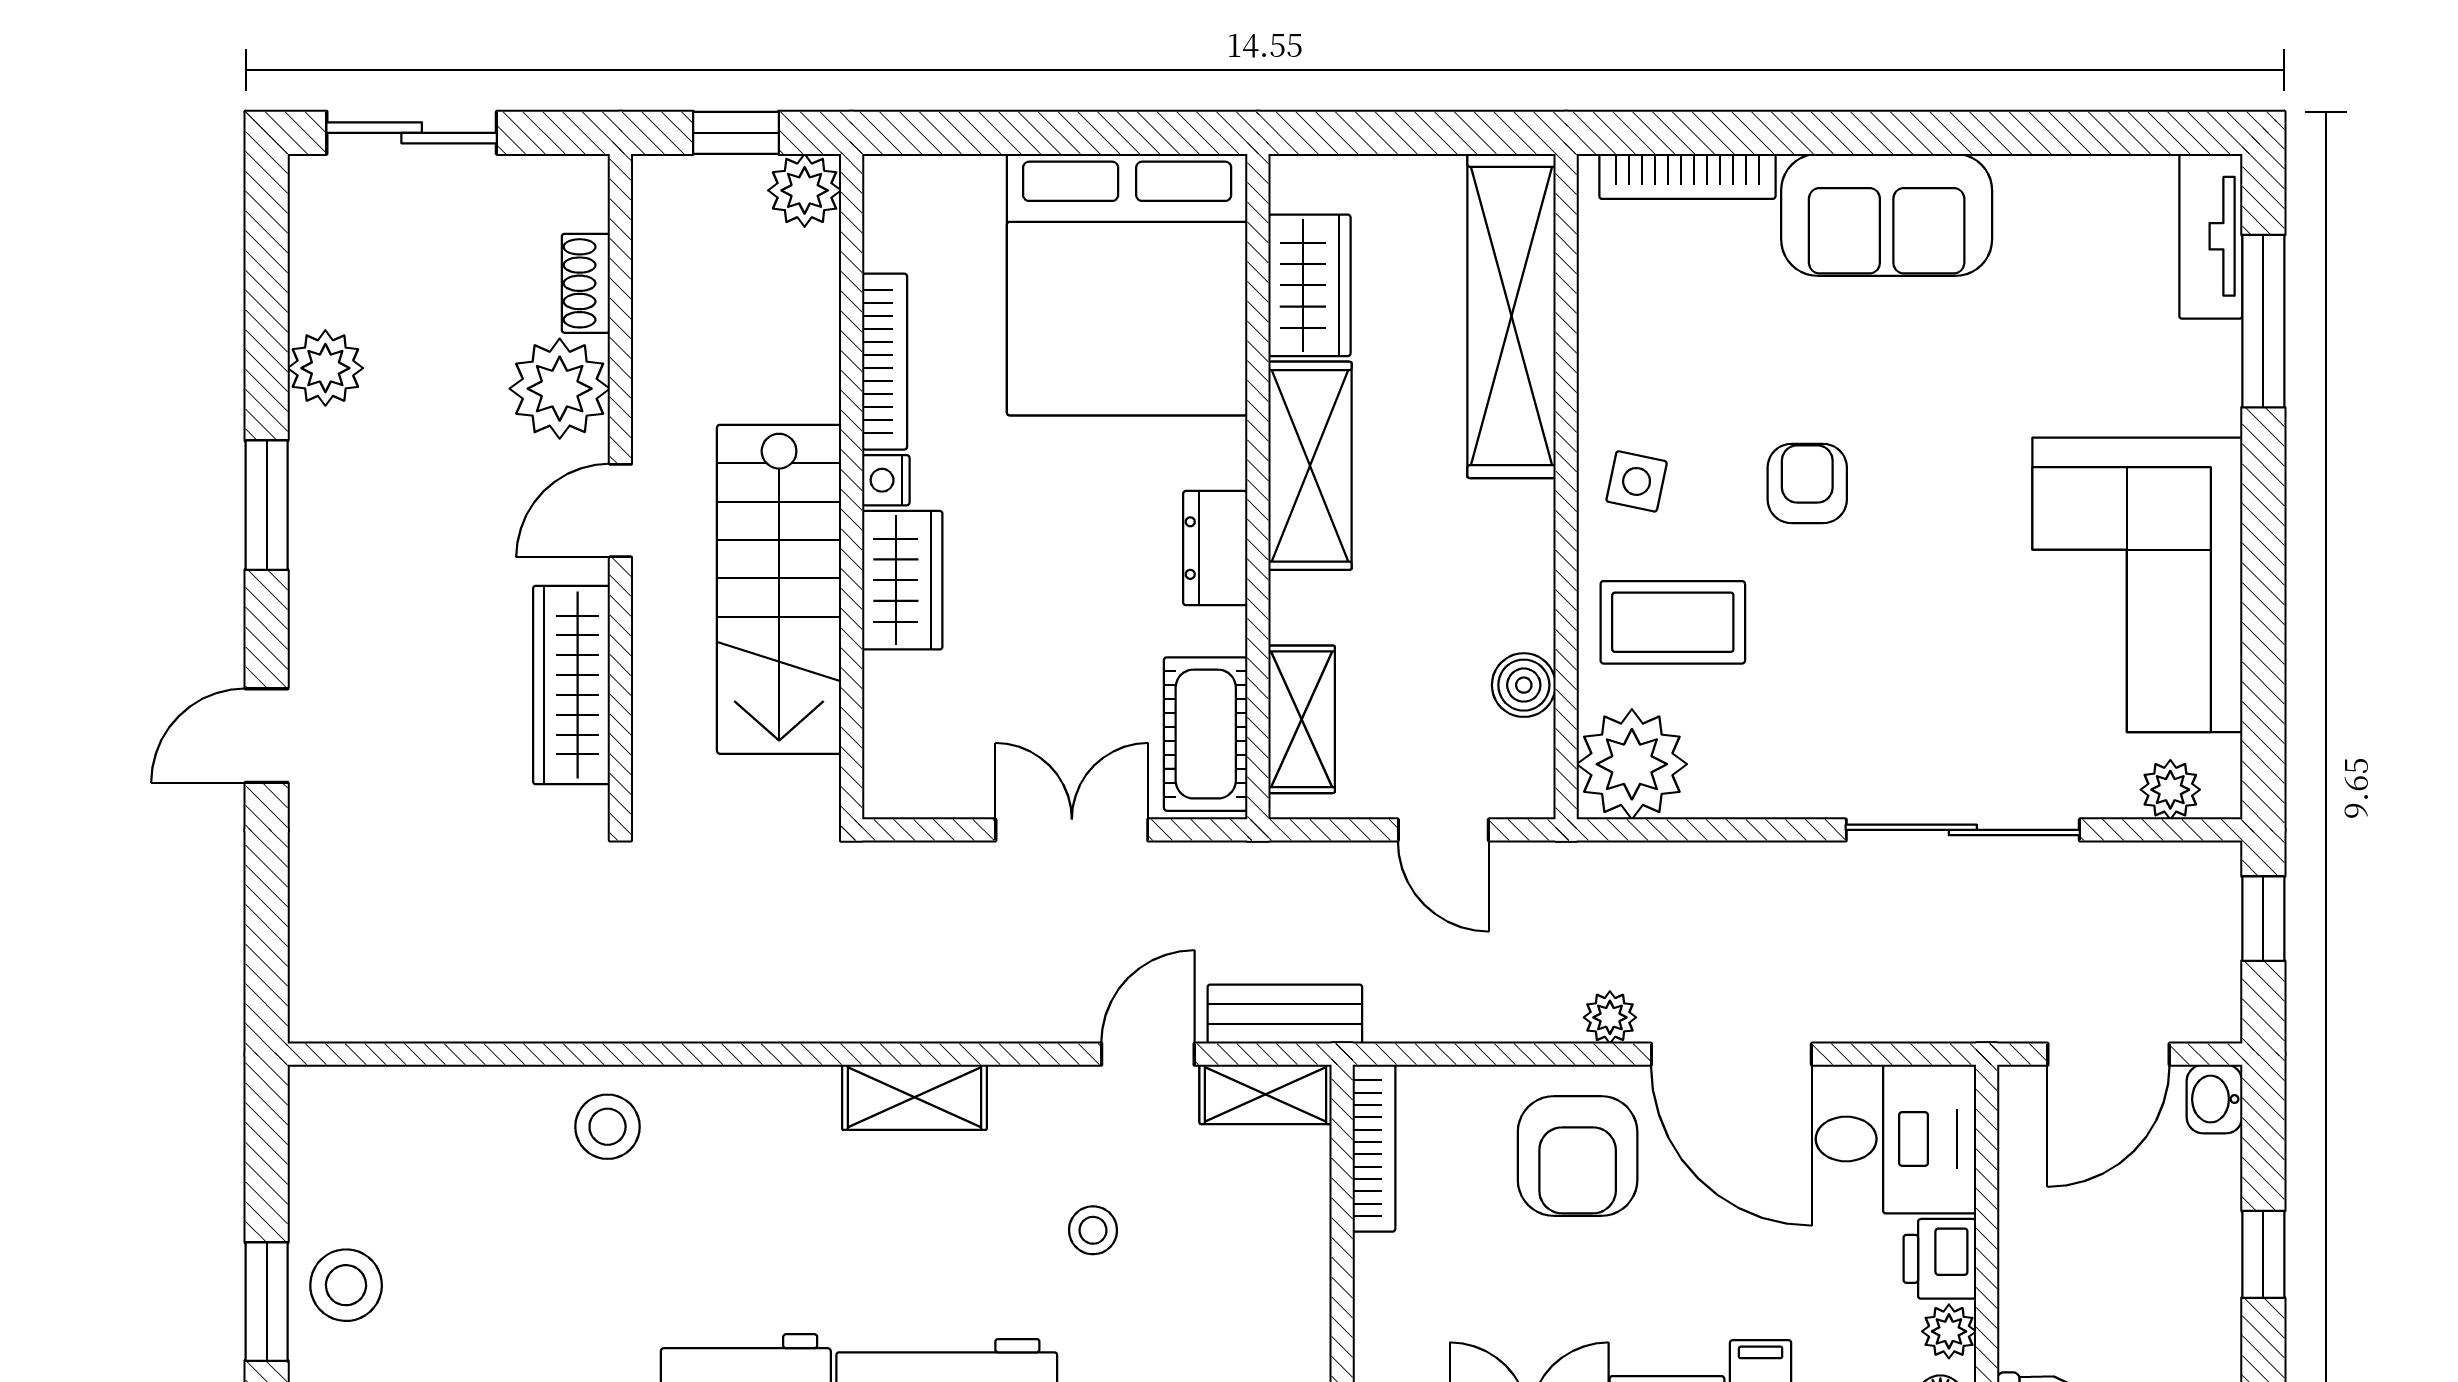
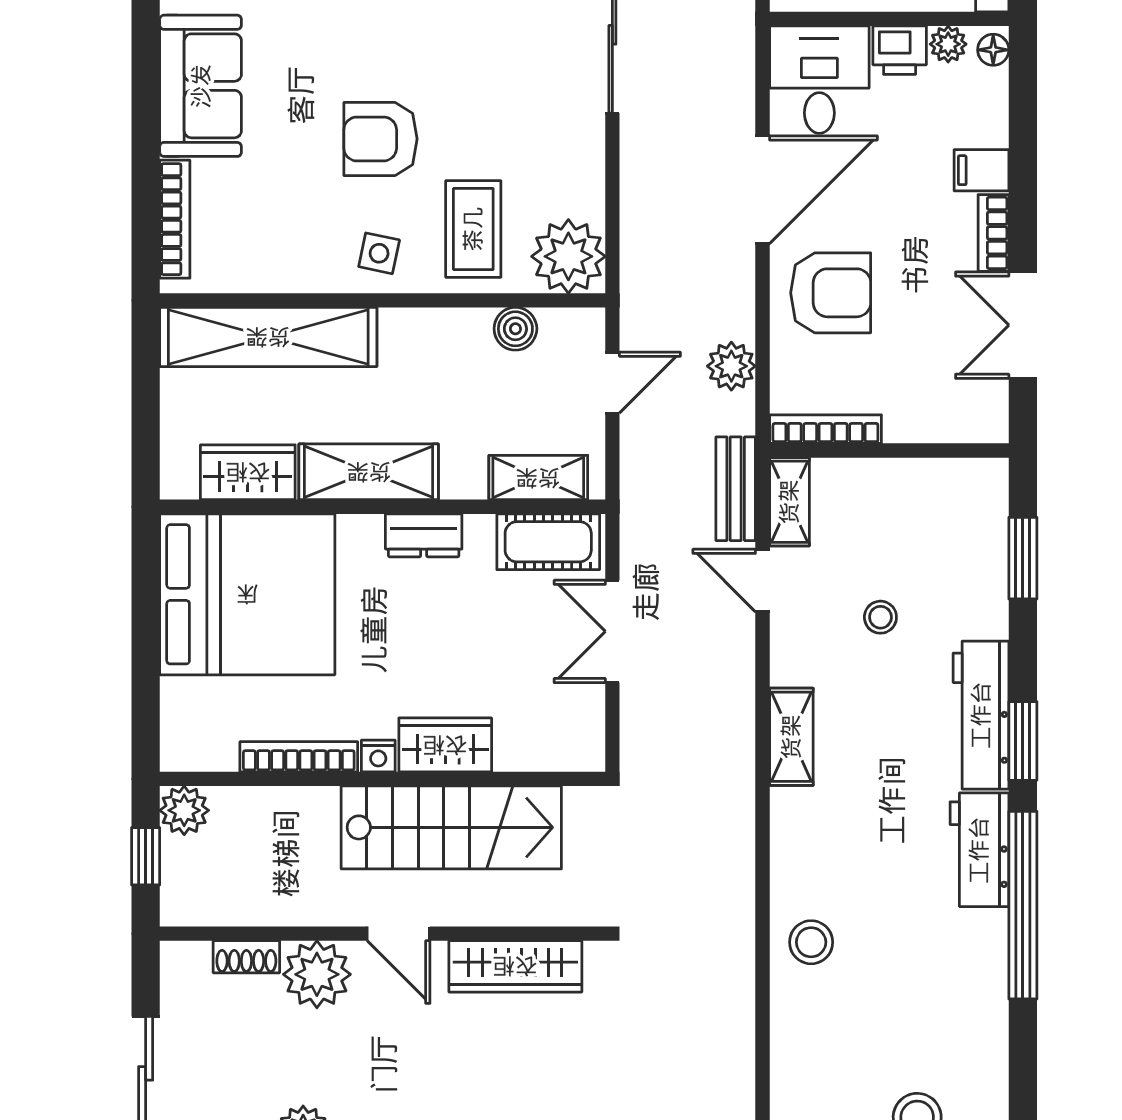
armchair: (1807, 484) -> (380, 139), width x1.38, depth x1.38
plant: (1610, 1017) -> (731, 366), moved, width x1.38, depth x1.38

